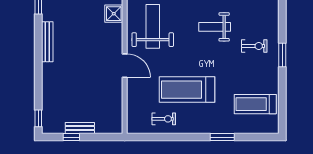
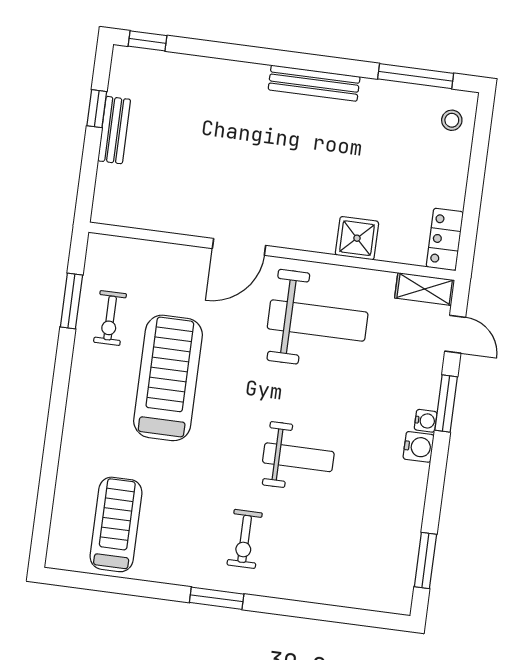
weight bench: (215, 27) -> (298, 457), turned 90
window: (222, 137) -> (71, 301), moved

